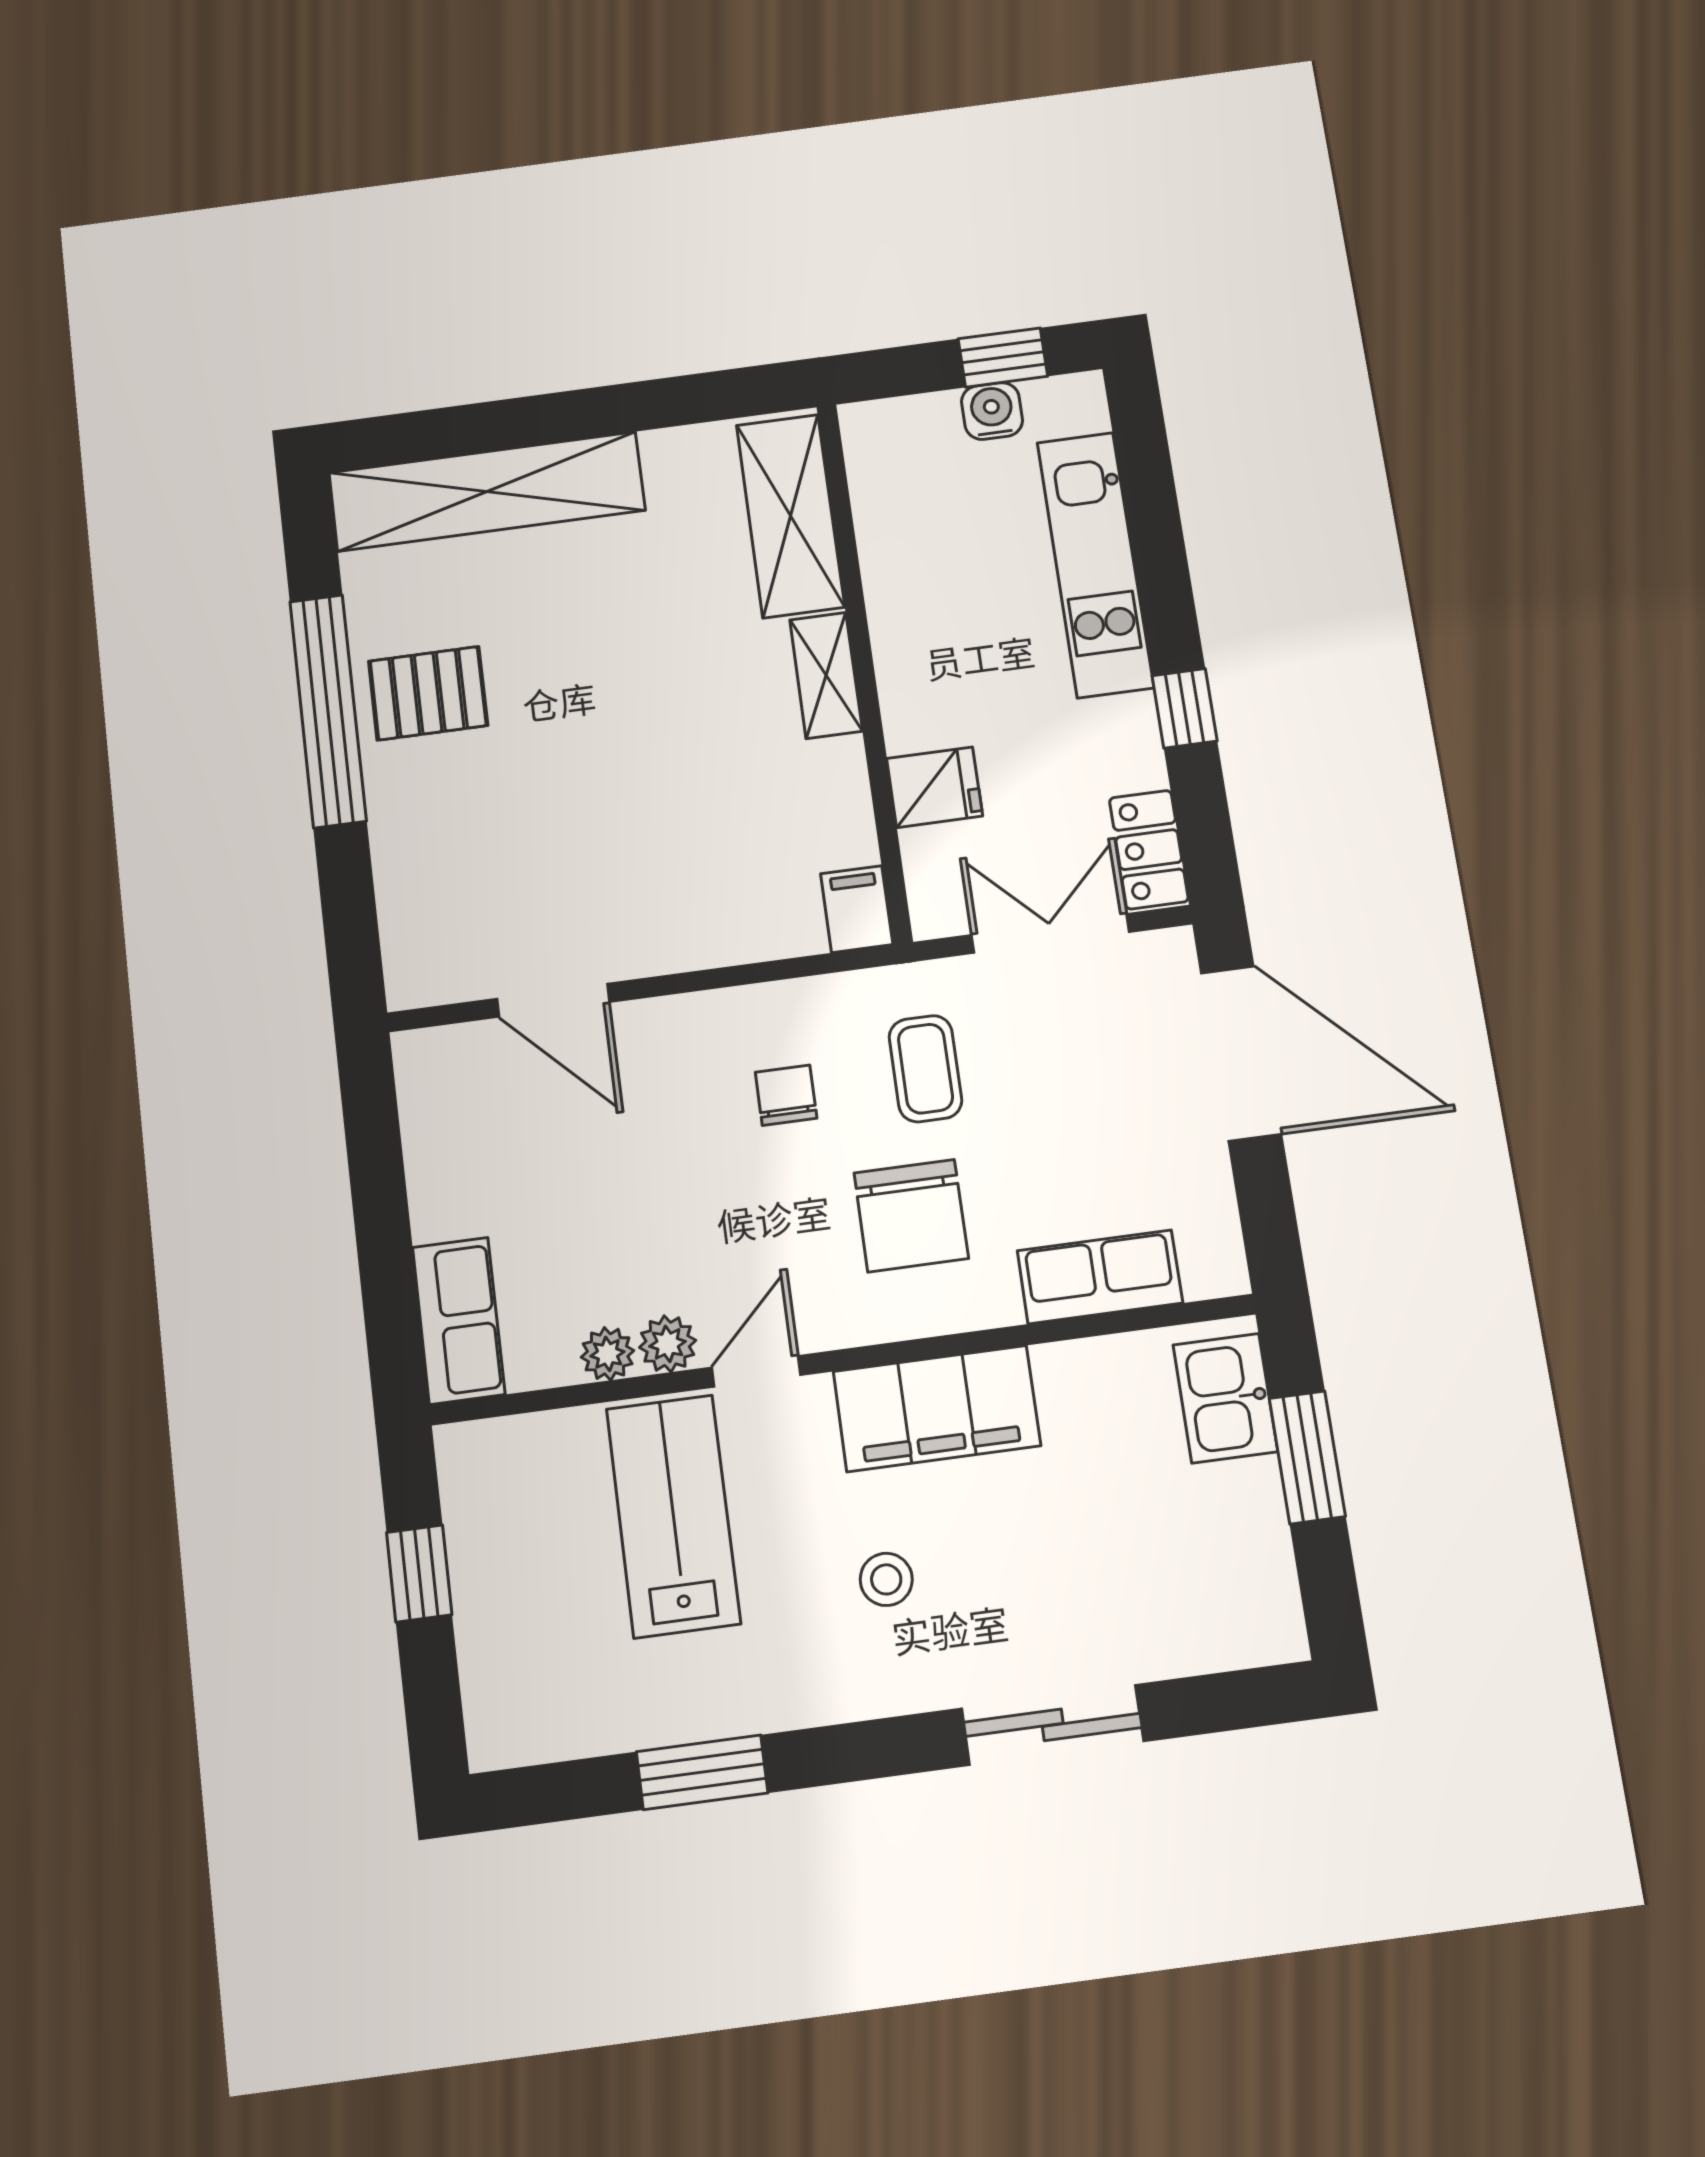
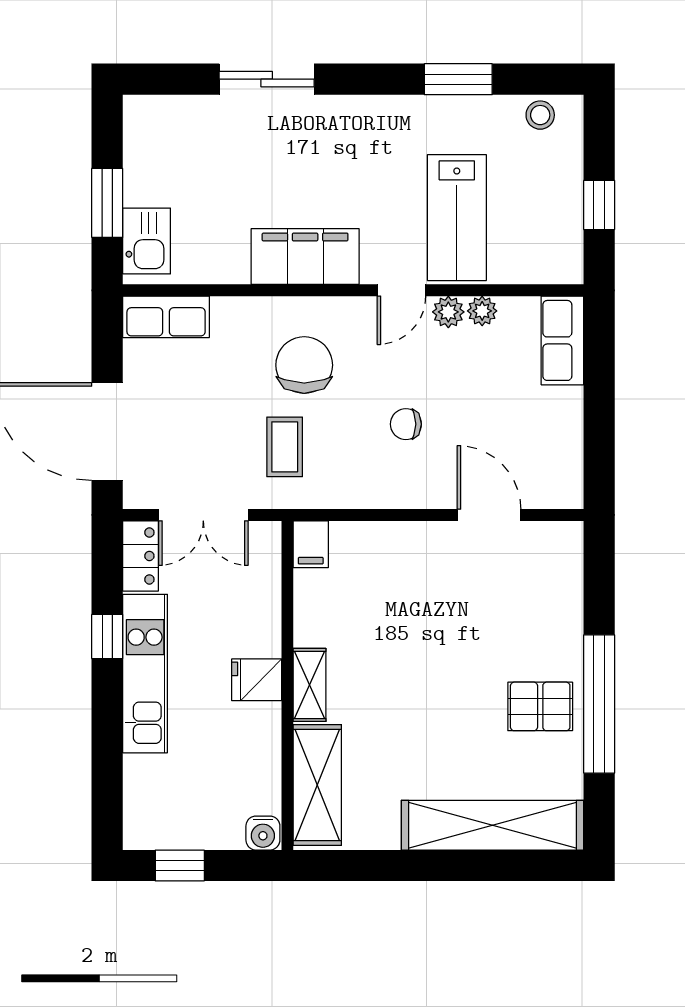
water cooler: (992, 411) -> (263, 833), moved
kitchen unit: (1095, 564) -> (145, 674), moved
fridge: (935, 787) -> (257, 680), moved
chair: (786, 1095) -> (406, 424), moved, turned 90
row of seats: (1100, 1277) -> (166, 317), moved
stool: (886, 1579) -> (540, 115), moved

